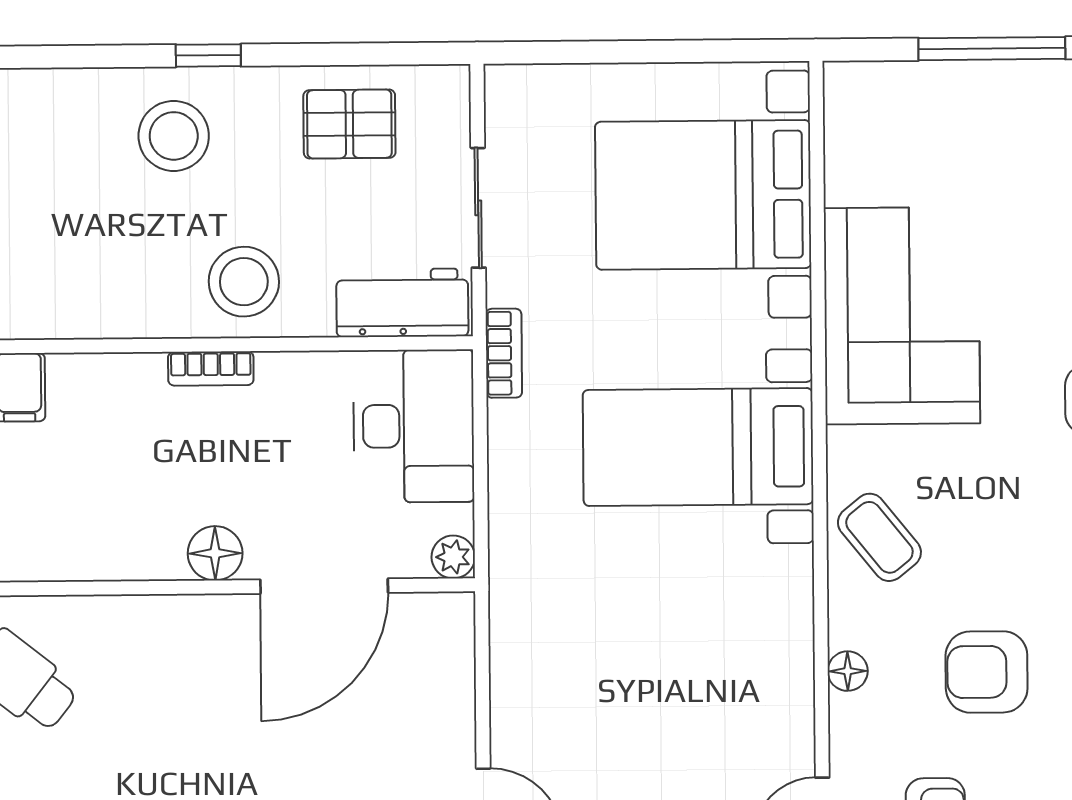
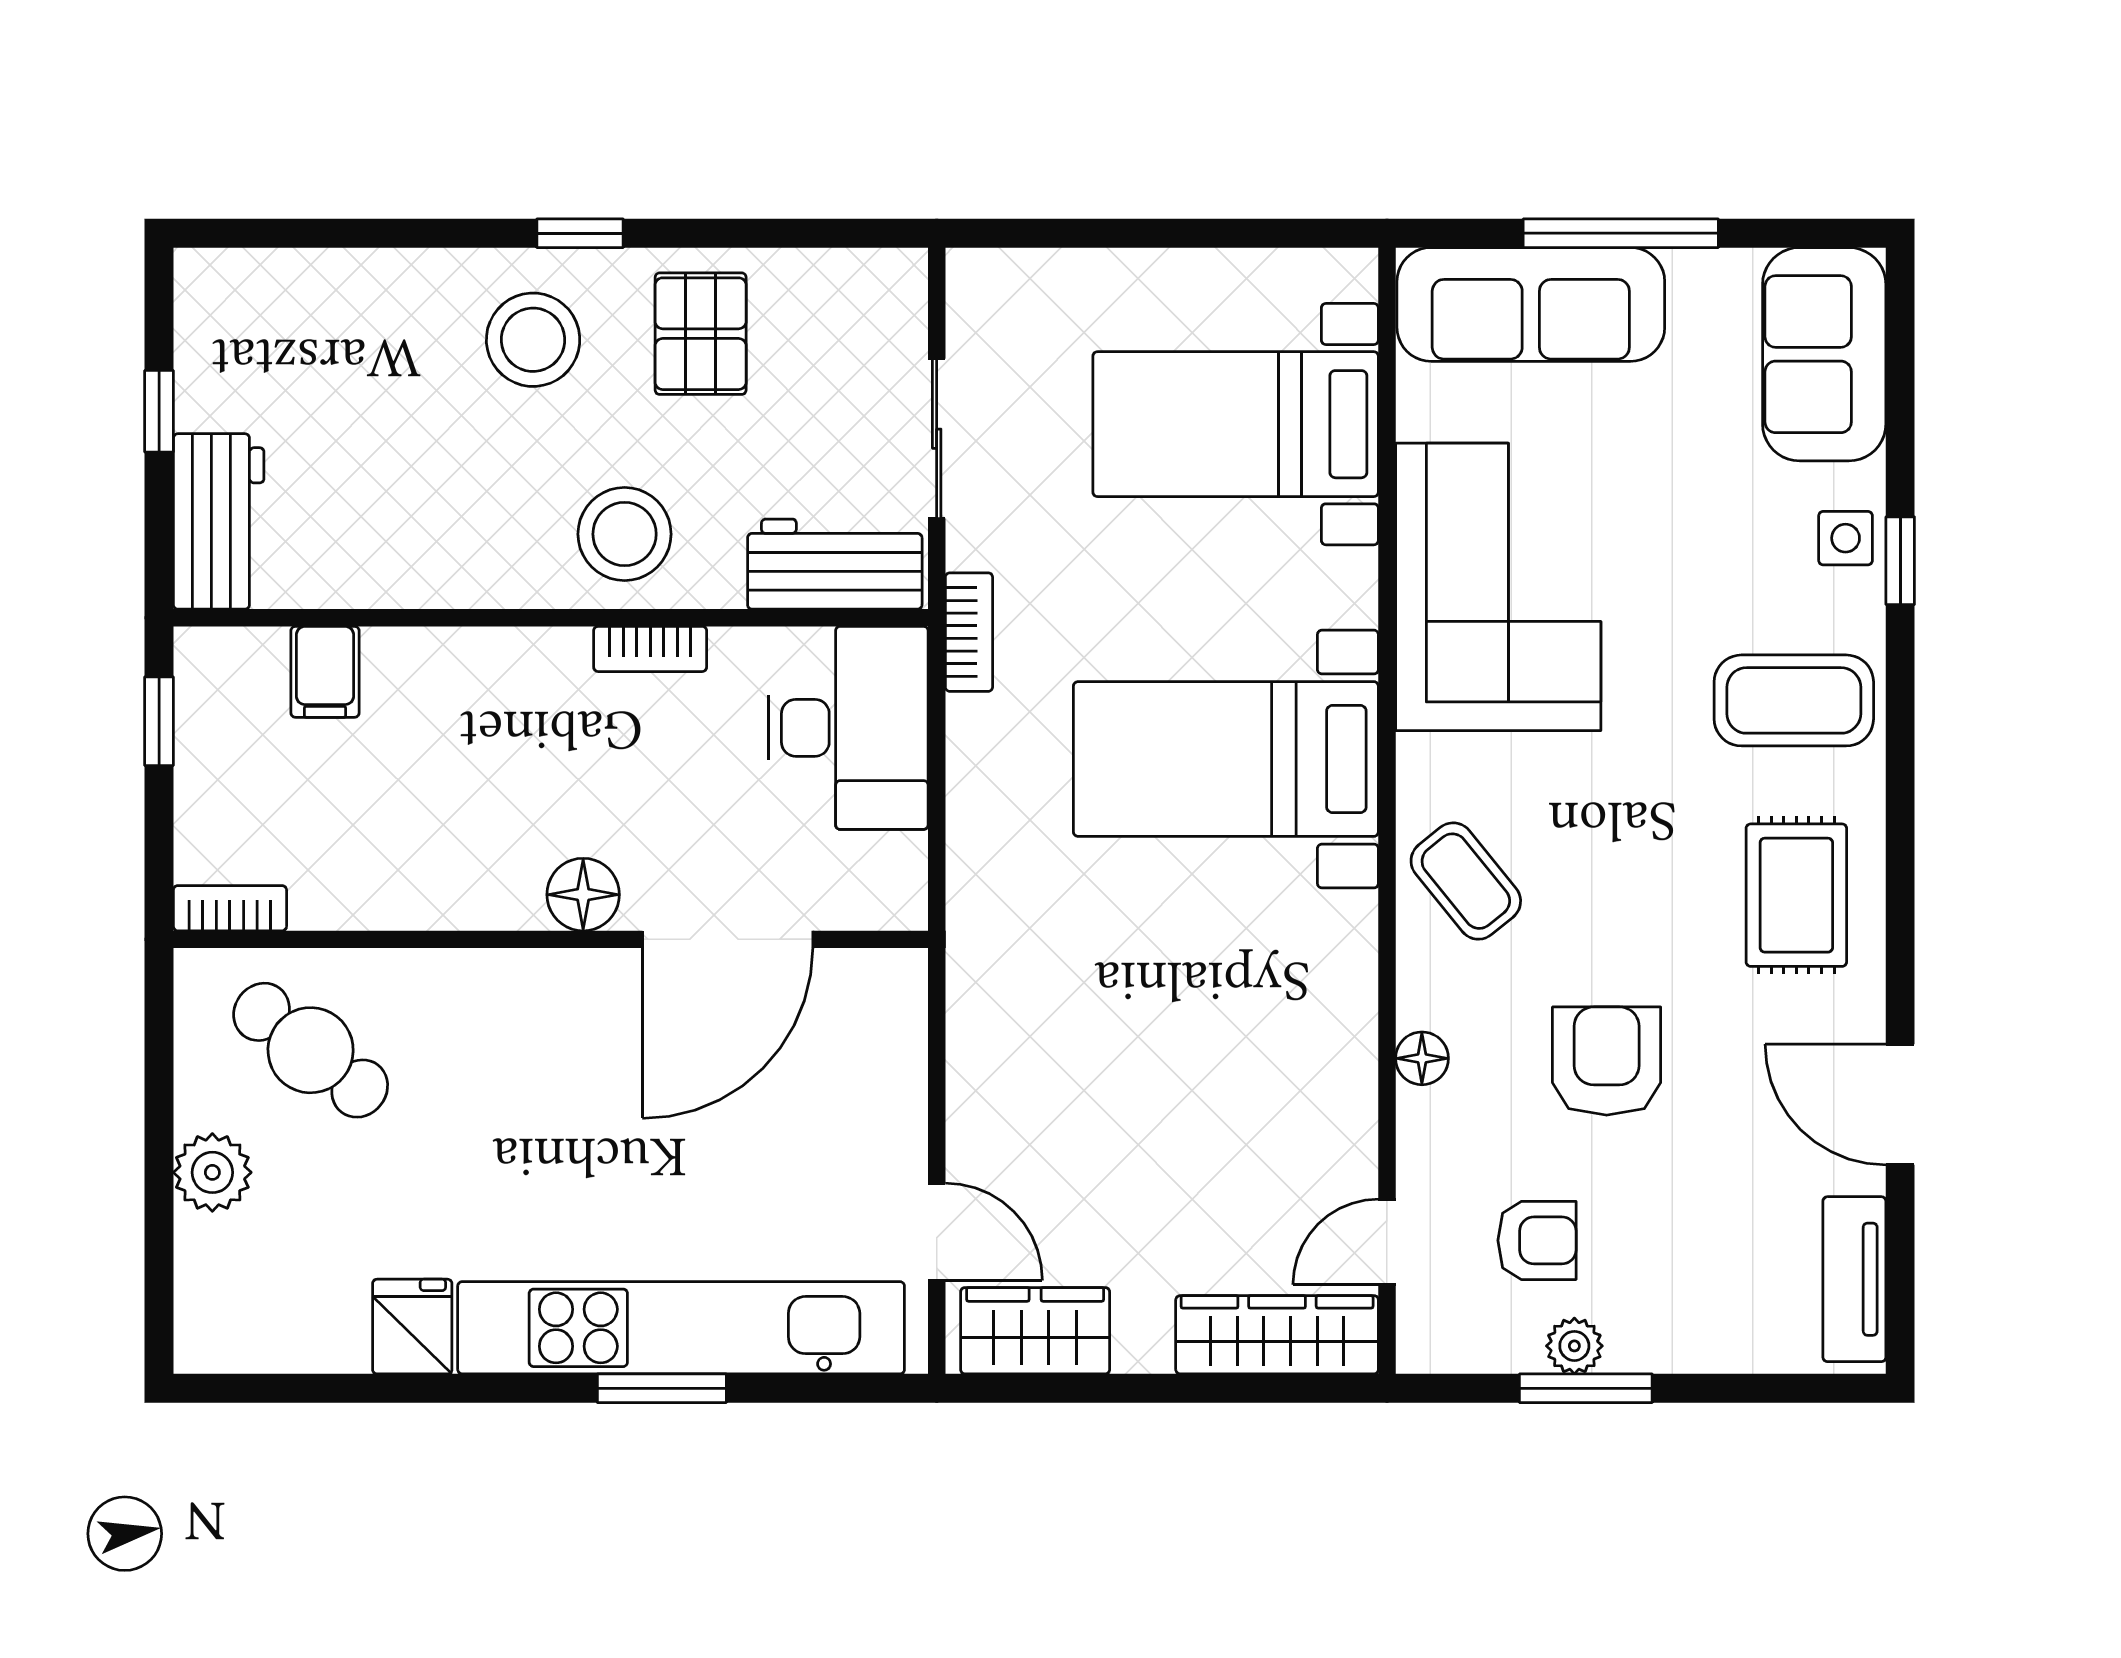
sofa: (925, 103) -> (1531, 304), added
pallet: (349, 124) -> (701, 334), moved, turned 90
bed with nightstands: (703, 195) -> (1236, 424), width x0.73
bookcase: (211, 368) -> (650, 649), moved
plant: (453, 557) -> (899, 902), removed
armchair: (987, 672) -> (1607, 1061), turned 90

